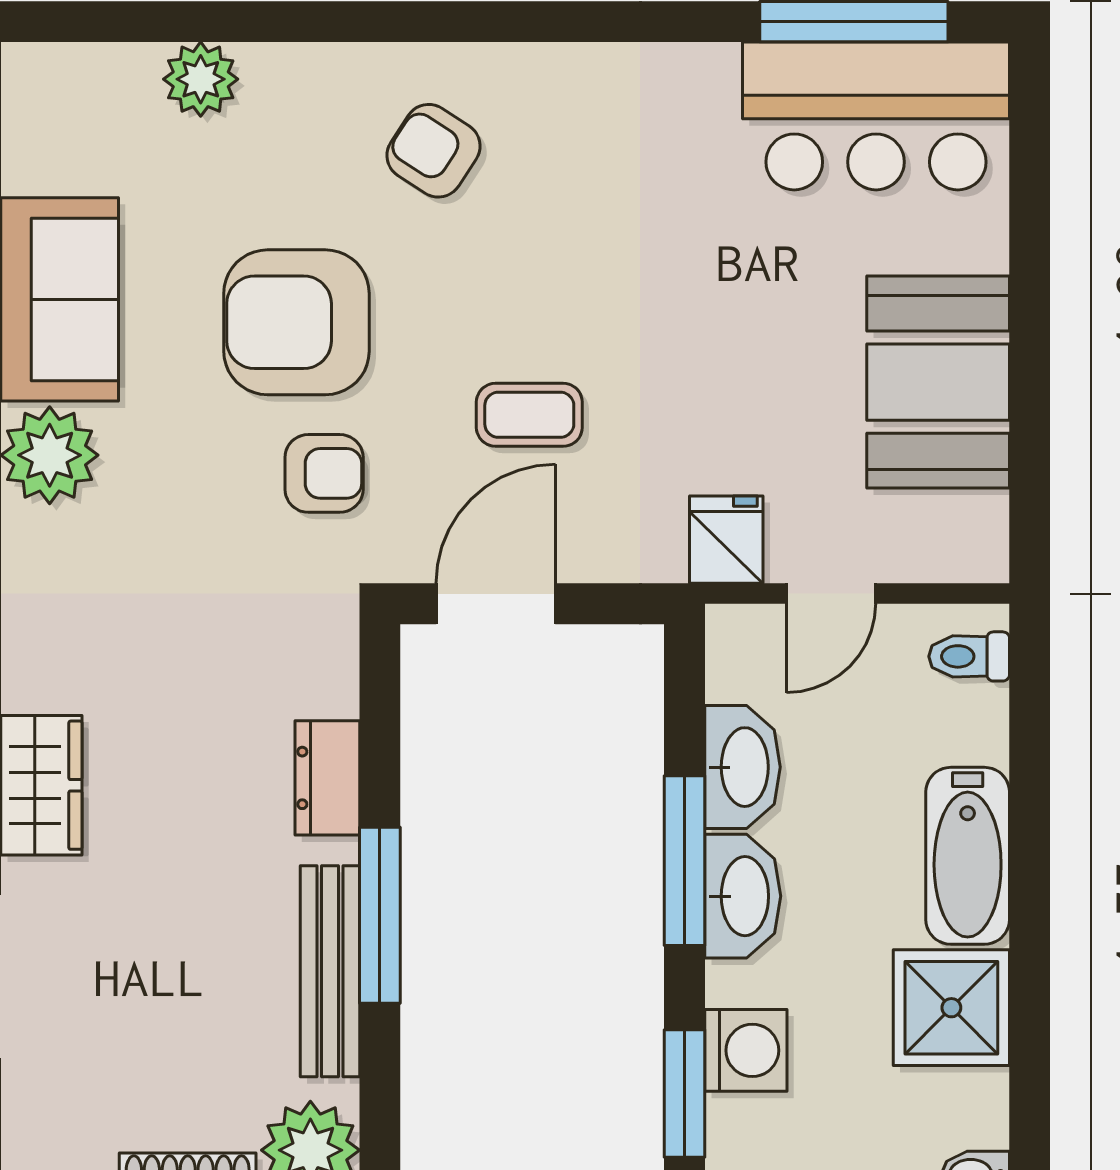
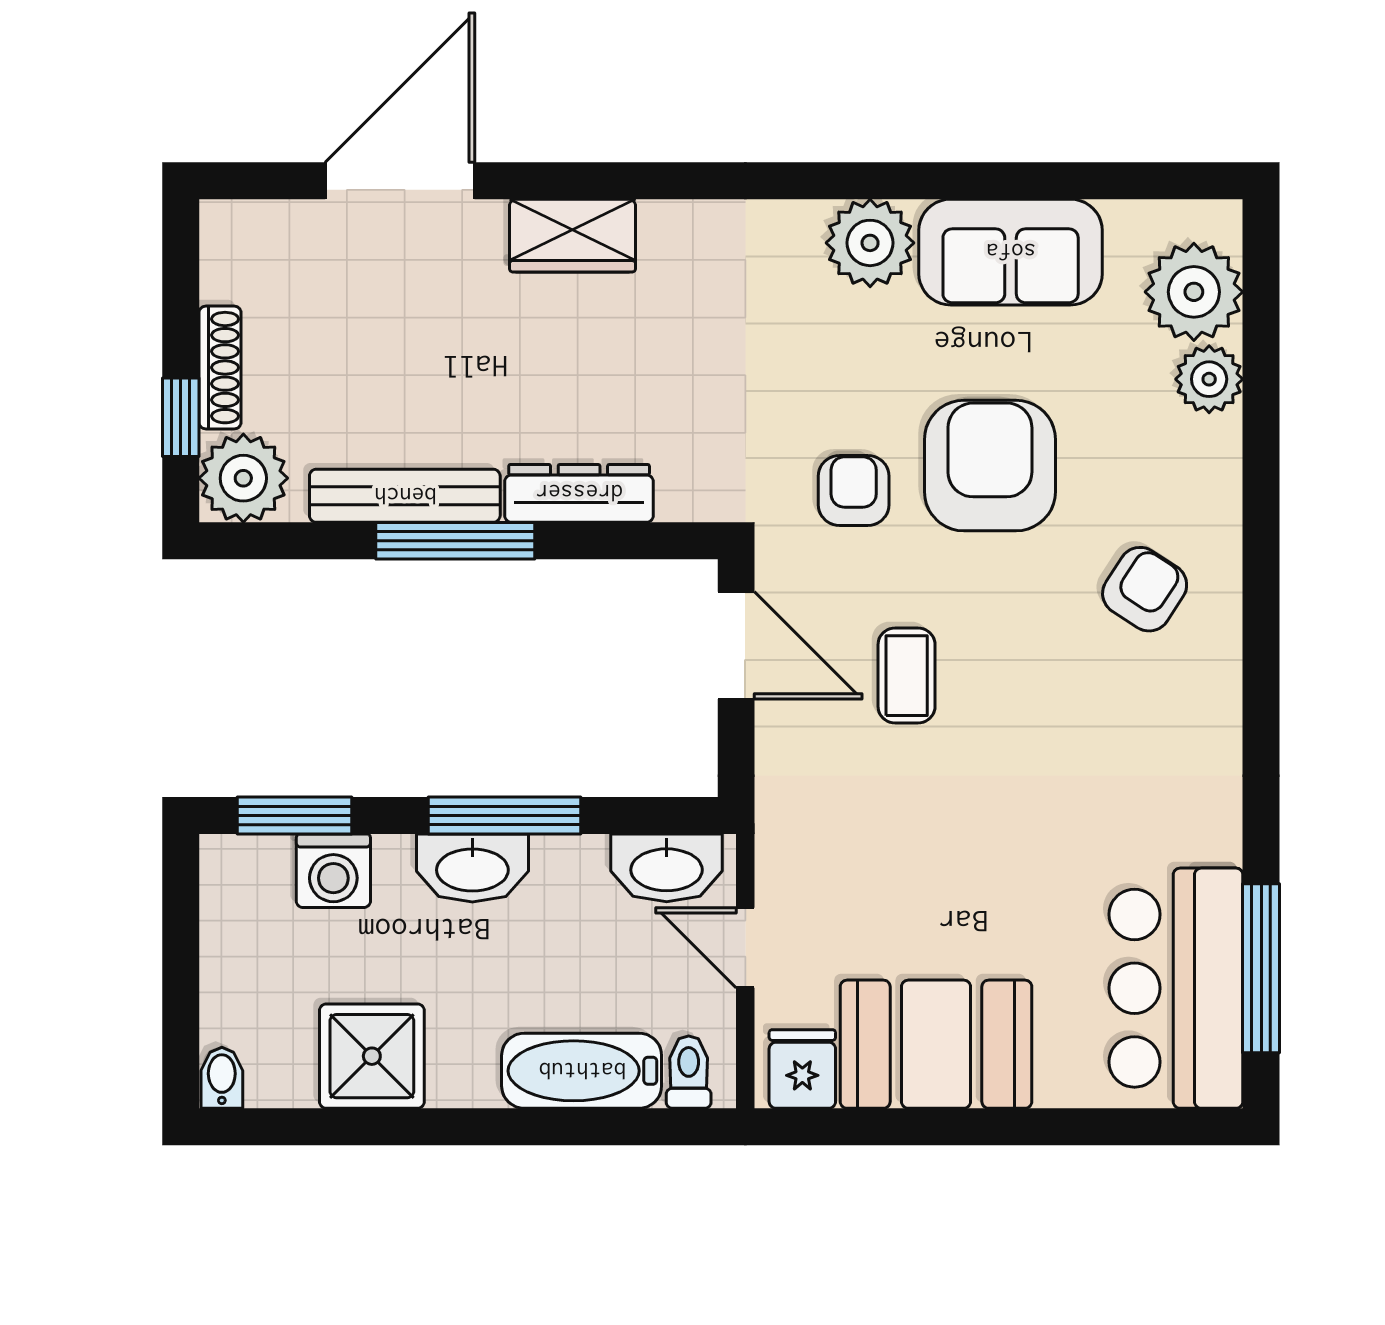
plant: (104, 96) -> (1194, 292), added
armchair: (324, 473) -> (854, 490), turned 180
fridge: (726, 540) -> (802, 1069), moved, turned -90
washbasin: (742, 767) -> (667, 868), moved
dresser: (327, 778) -> (579, 493), width x1.44
bathtub: (968, 856) -> (582, 1071), moved

